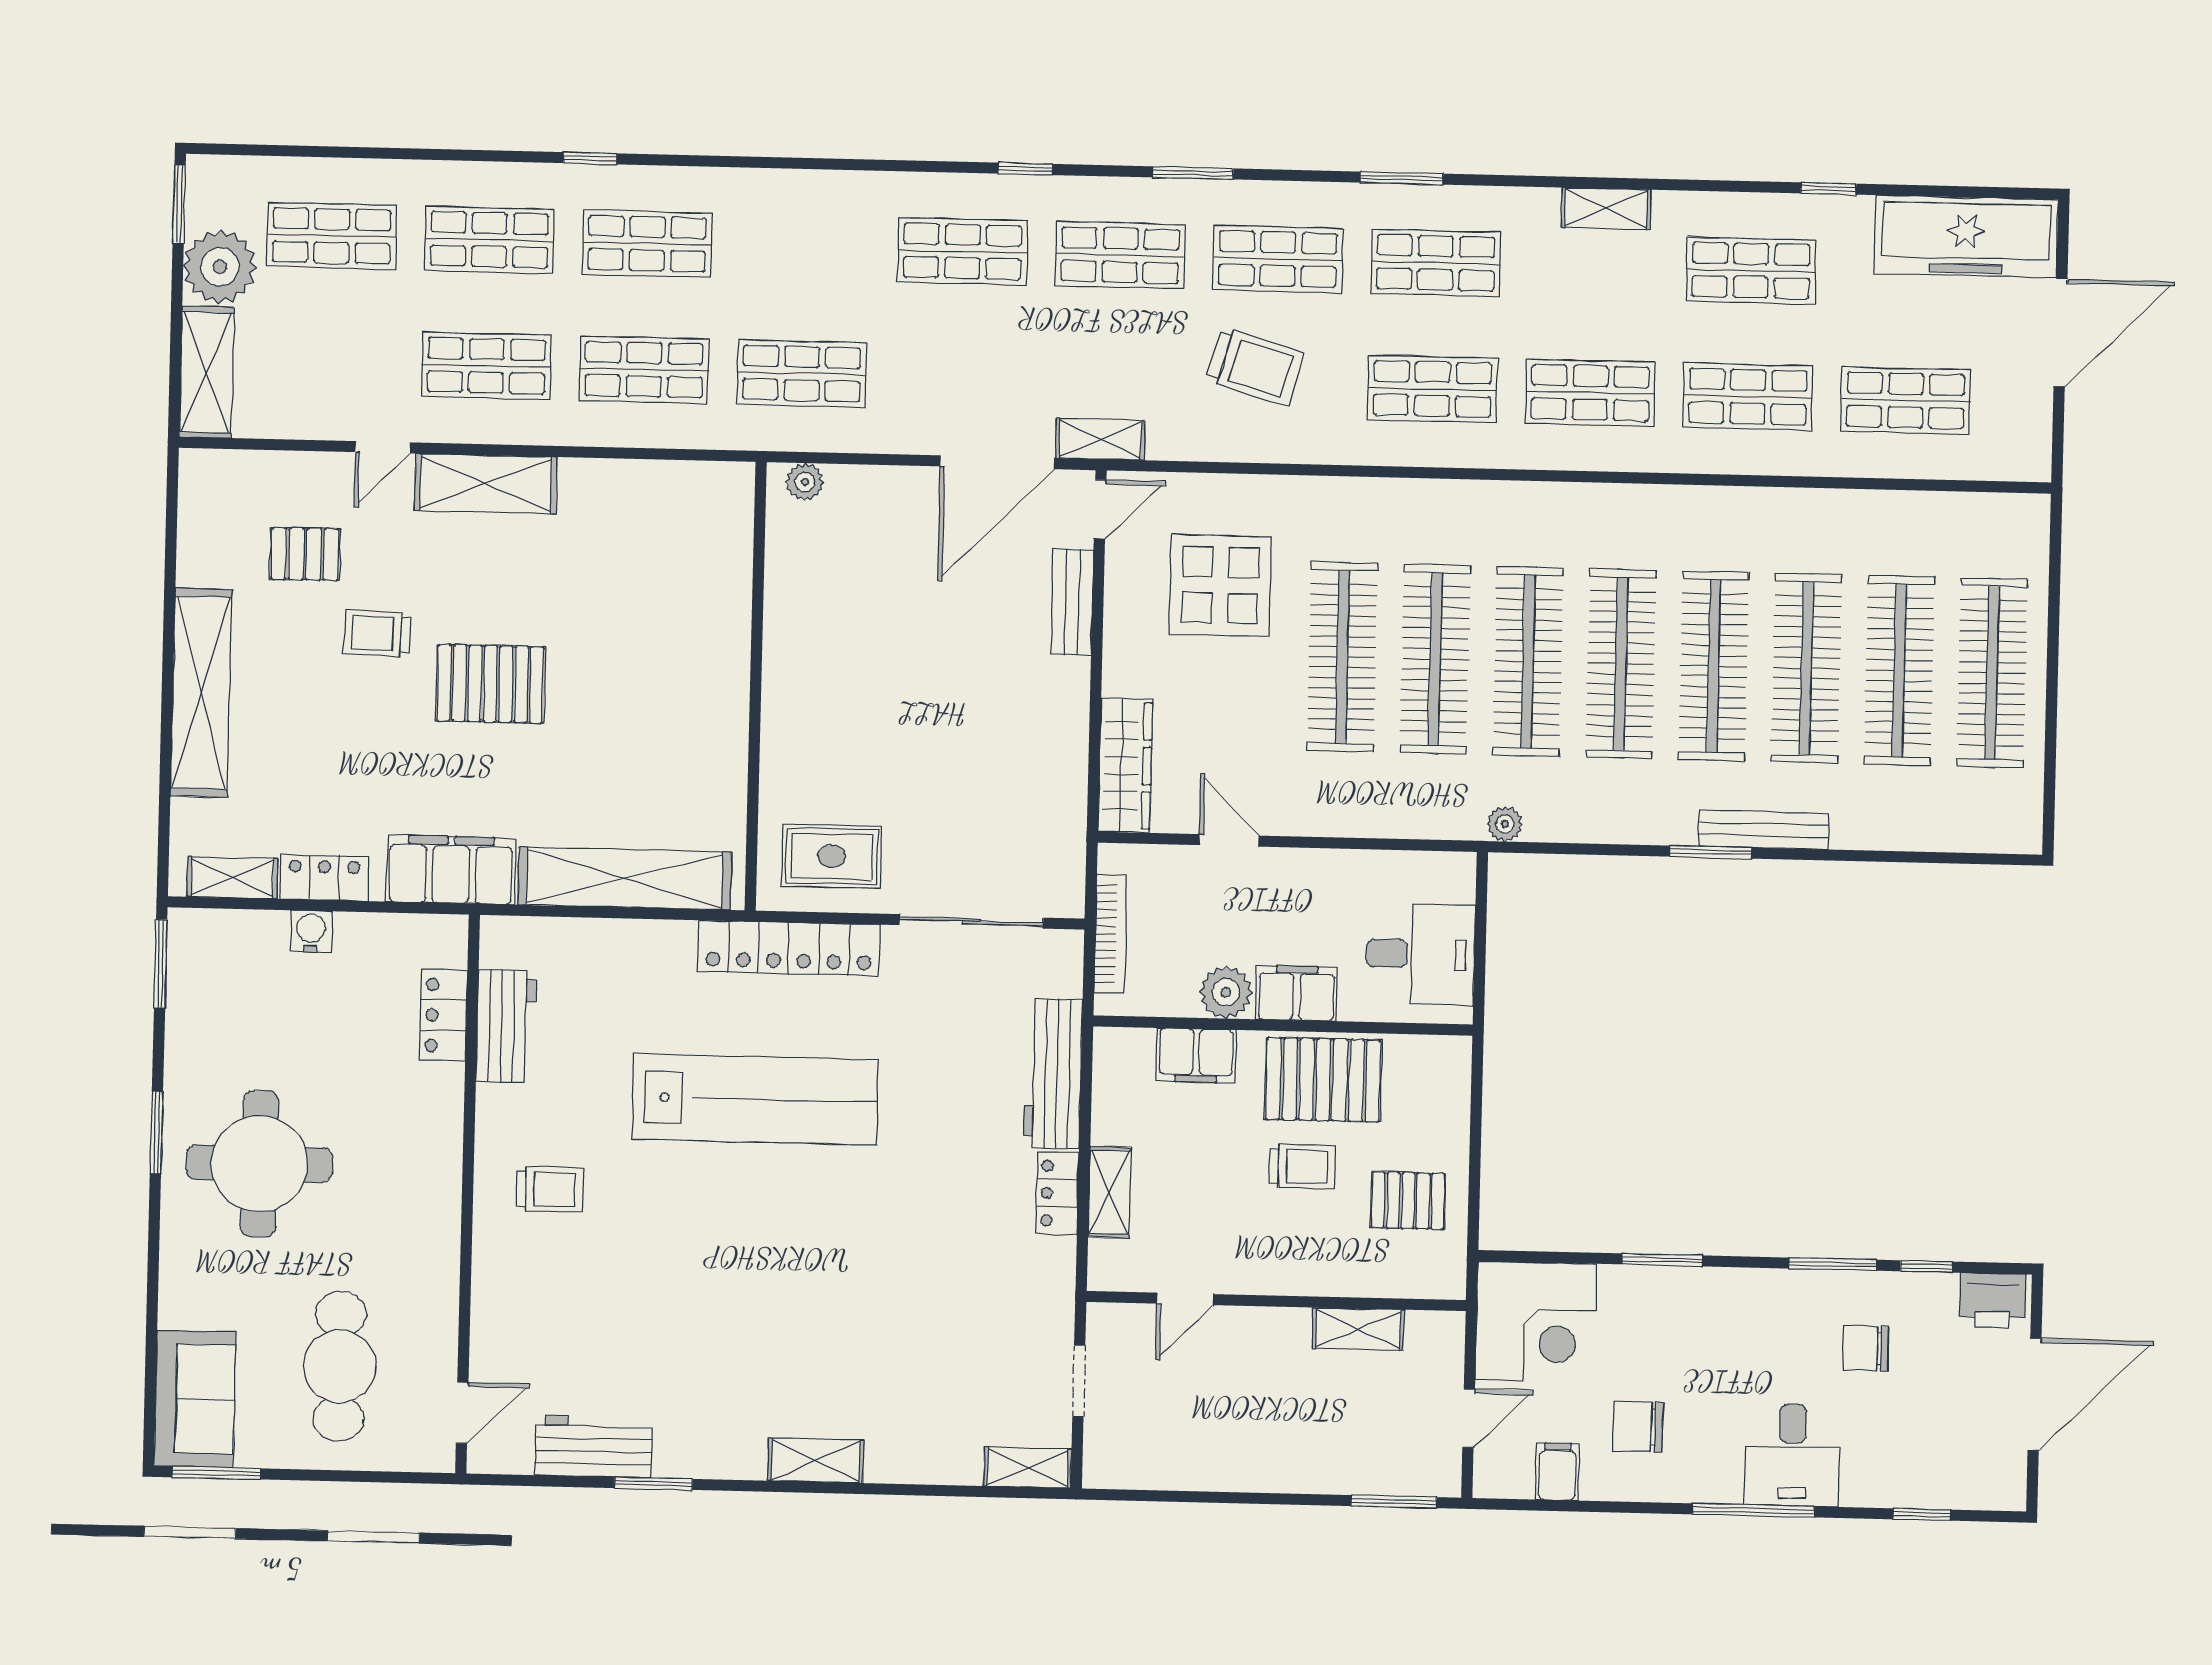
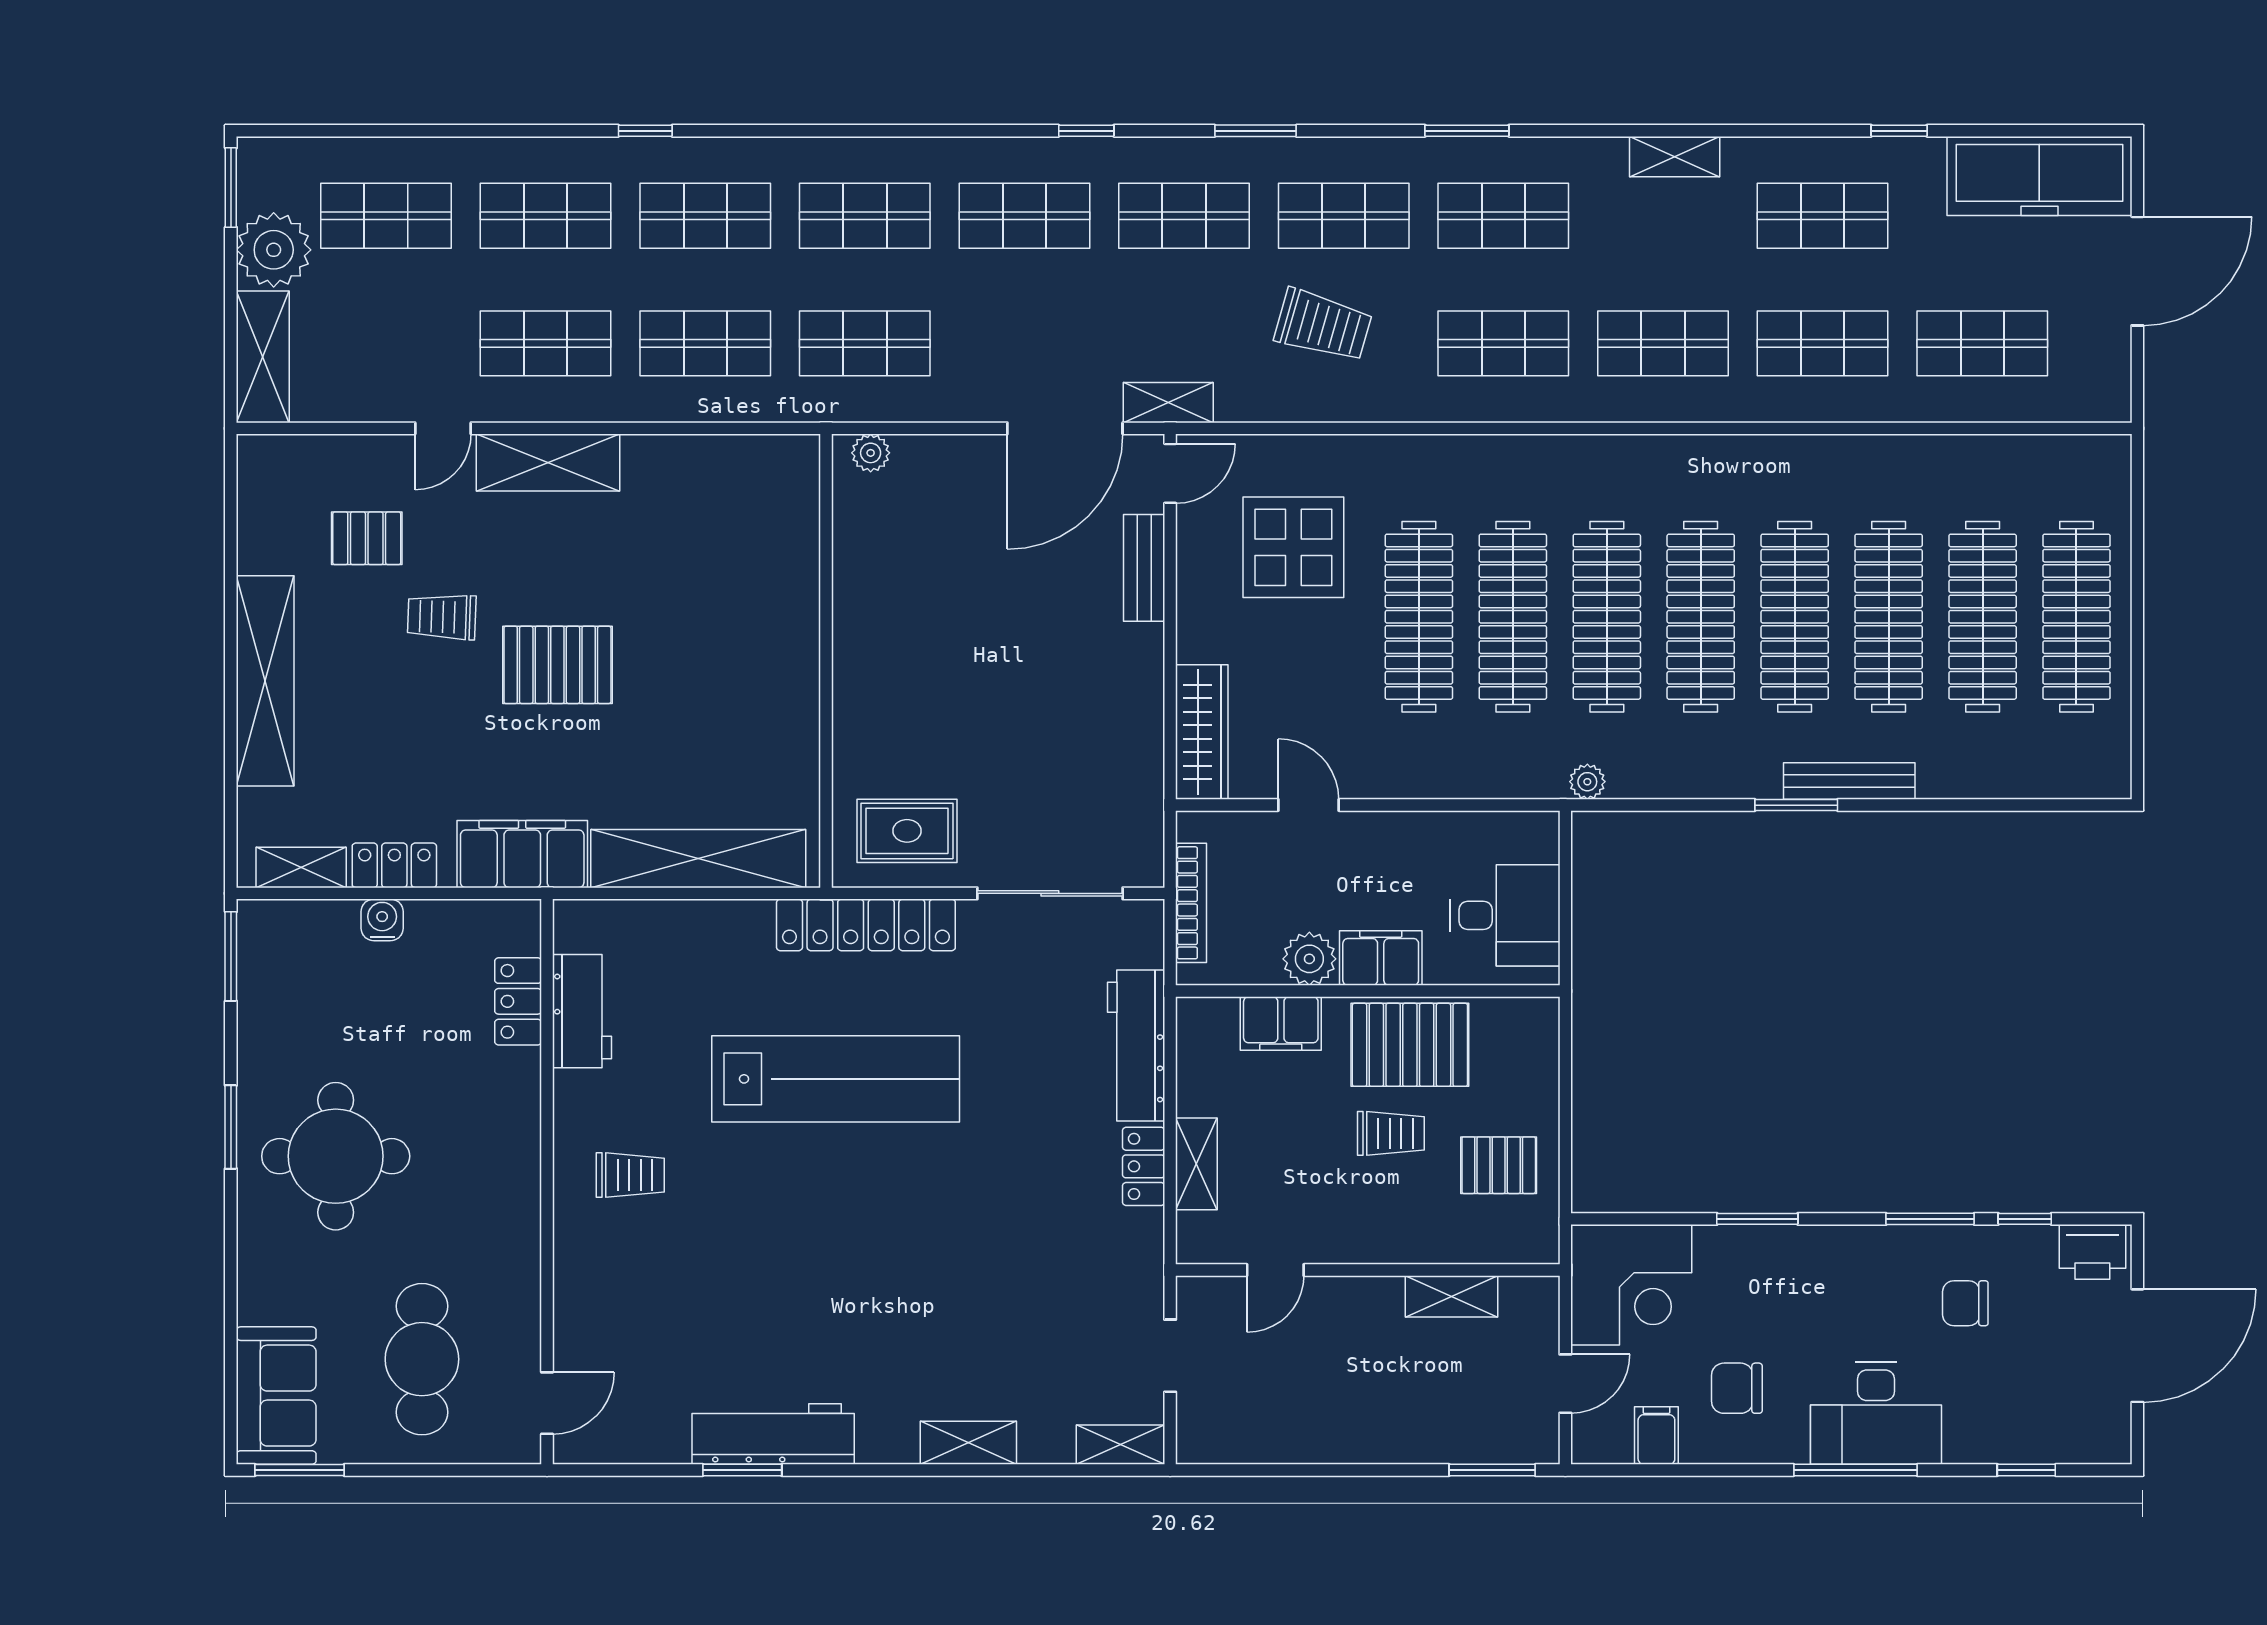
shop shelf: (805, 247) -> (865, 216), added
workbench: (594, 1446) -> (773, 1434), moved, width x1.38
desk: (1792, 1455) -> (1876, 1413), width x1.37
shelving: (816, 1461) -> (968, 1443), moved

